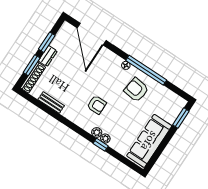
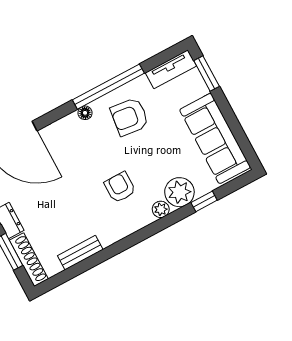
tv unit: (173, 98) -> (171, 69), added
armchair: (97, 105) -> (120, 187), turned -90
plant: (105, 139) -> (179, 192), width x1.88, depth x1.88
window: (101, 145) -> (204, 201), moved

